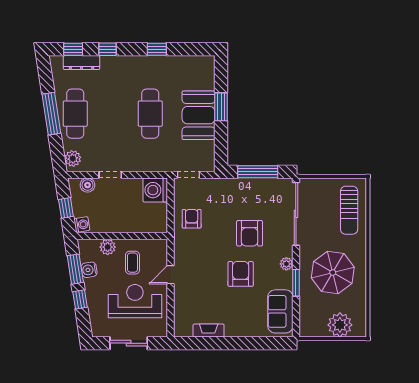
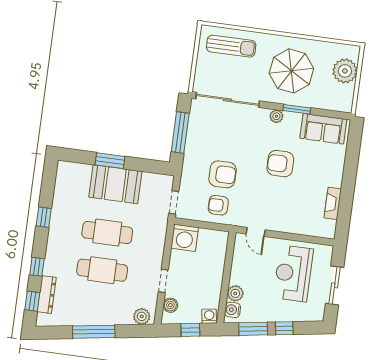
cafe table: (75, 114) -> (102, 270), moved
armchair: (250, 233) -> (223, 174), moved
coffee table: (132, 263) -> (254, 271), removed
water cooler: (89, 270) -> (233, 310), moved, turned 99
door: (171, 275) -> (256, 232), moved

